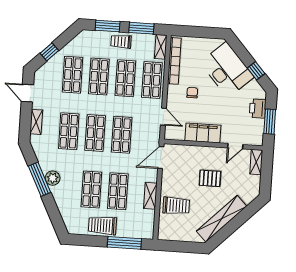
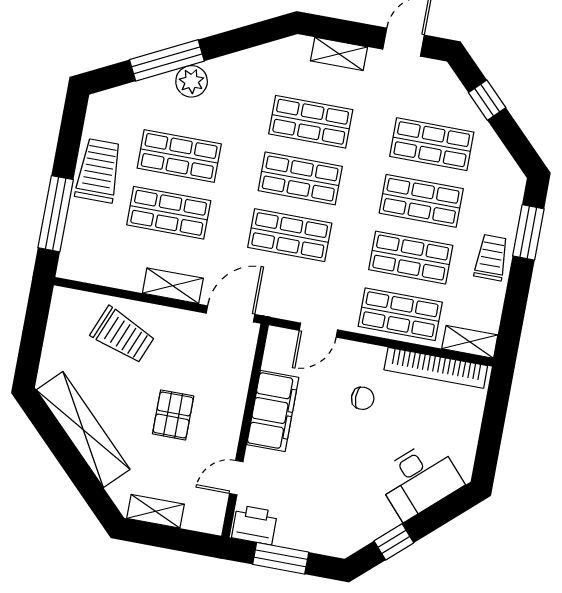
window: (141, 28) -> (515, 305), removed
desk: (227, 70) -> (419, 479), width x0.73, depth x0.77
printer: (258, 108) -> (254, 525), moved
door: (235, 146) -> (236, 478), hinge flipped
door: (161, 158) -> (230, 314), hinge flipped
shelving: (256, 162) -> (155, 511), moved
plant: (53, 178) -> (192, 81), moved
window: (40, 179) -> (167, 60), moved
shelving: (150, 196) -> (173, 286), moved
trolley: (176, 206) -> (123, 335), turned -68

